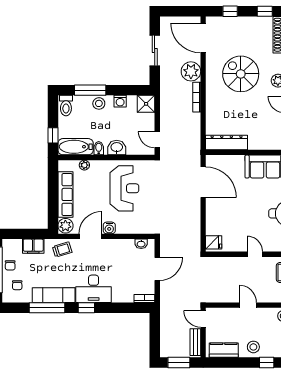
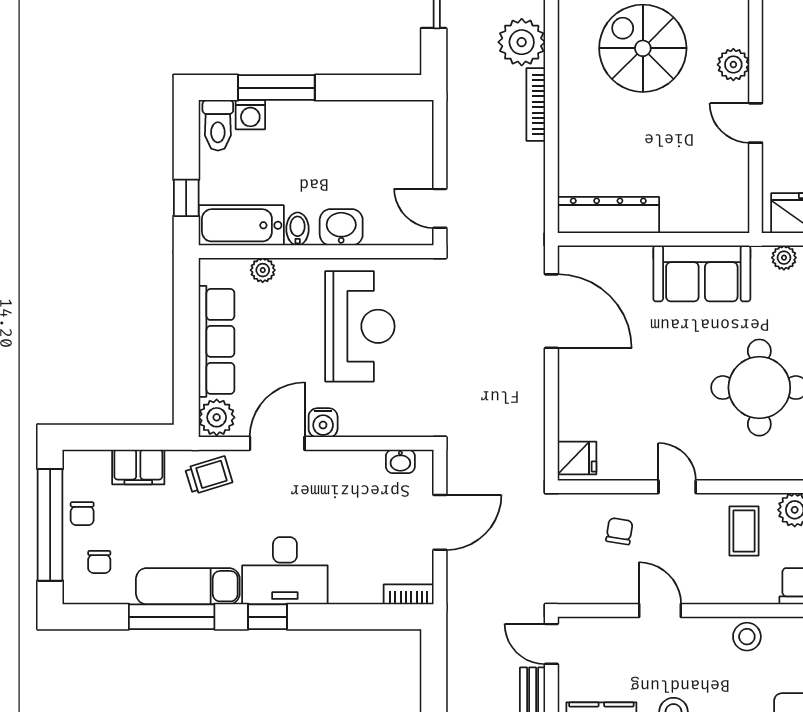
washing machine: (120, 101) -> (250, 115), moved
stool: (99, 103) -> (298, 120), removed
shower: (146, 104) -> (413, 121), removed
chair: (231, 273) -> (619, 531), added

